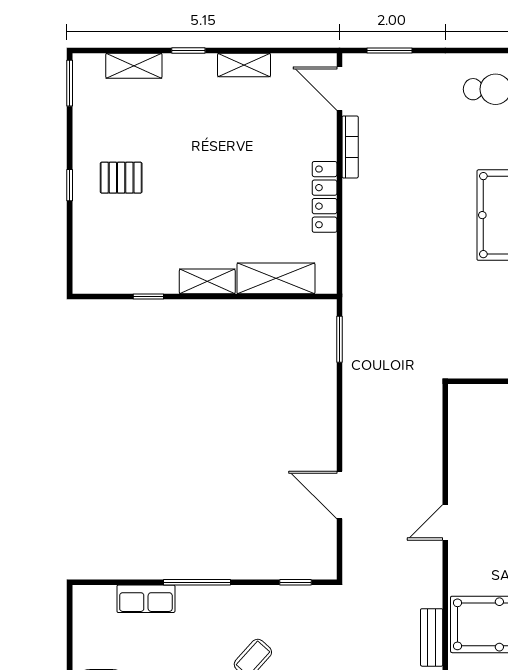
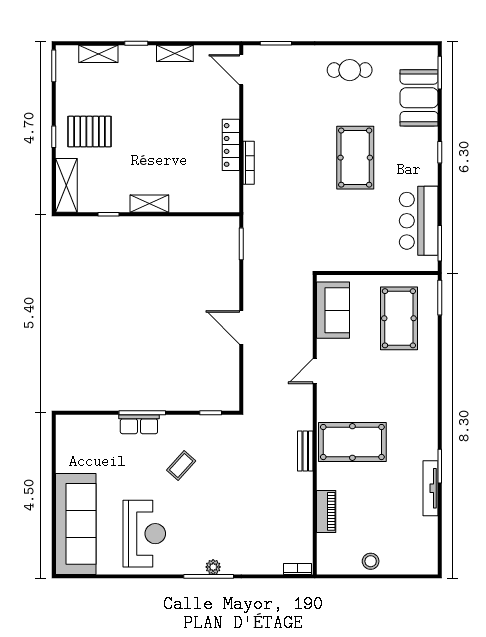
bookcase: (350, 147) -> (249, 163), moved
pallet: (121, 178) -> (90, 132), width x1.50, depth x1.42
shelving: (276, 278) -> (66, 185), moved, turned 90
sofa: (472, 435) -> (333, 310), added
door: (340, 495) -> (241, 327), moved
row of seats: (146, 599) -> (139, 424), moved

